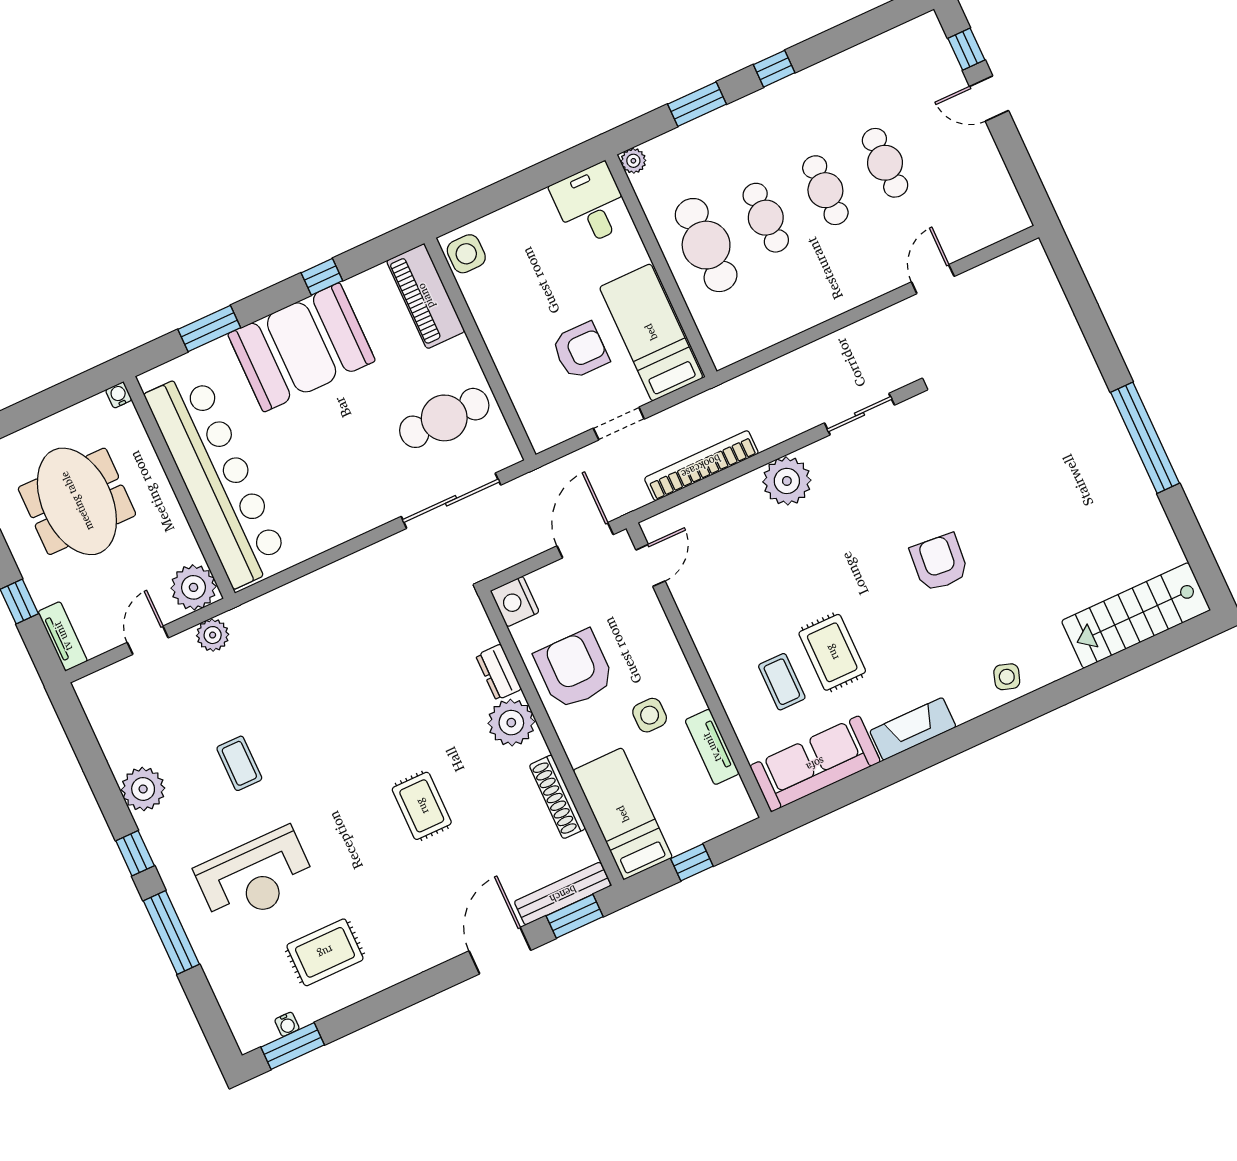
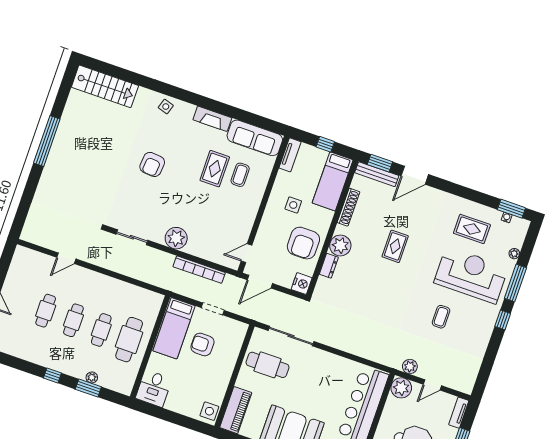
plant: (633, 161) -> (92, 377), moved
tv unit: (712, 747) -> (290, 155), moved
plant: (143, 789) -> (514, 254), moved, width x0.53, depth x0.53
reception desk: (255, 877) -> (471, 275), width x1.36, depth x1.30

